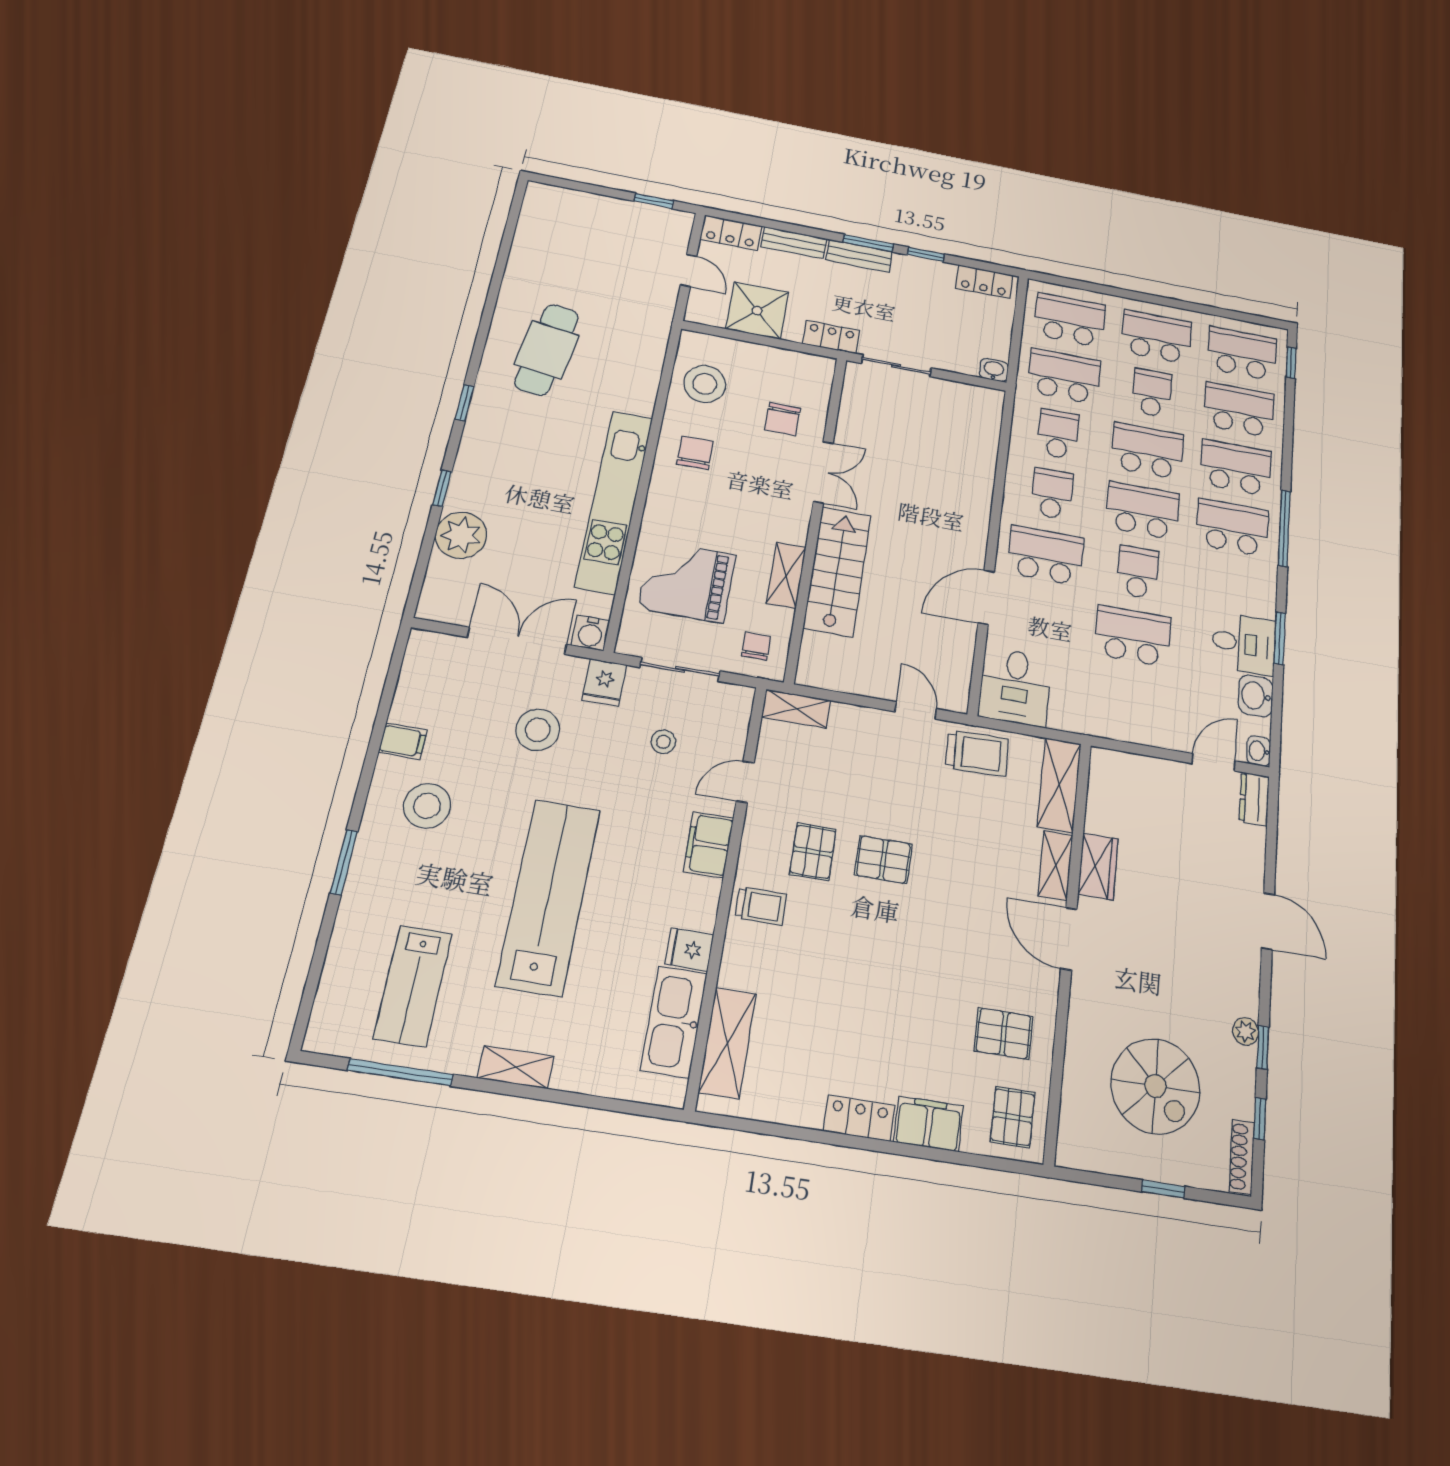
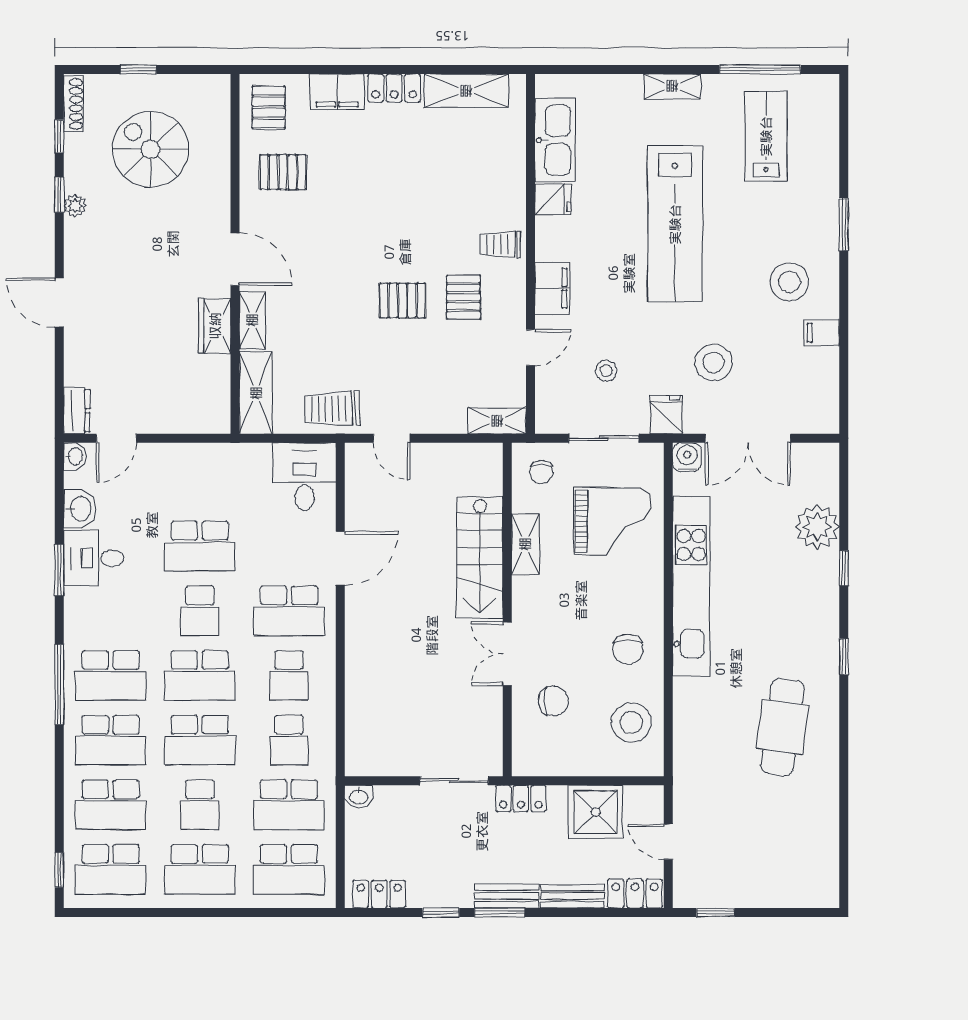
chair: (783, 419) -> (553, 701), turned 88
shelving: (727, 1043) -> (466, 91), moved, turned 90

